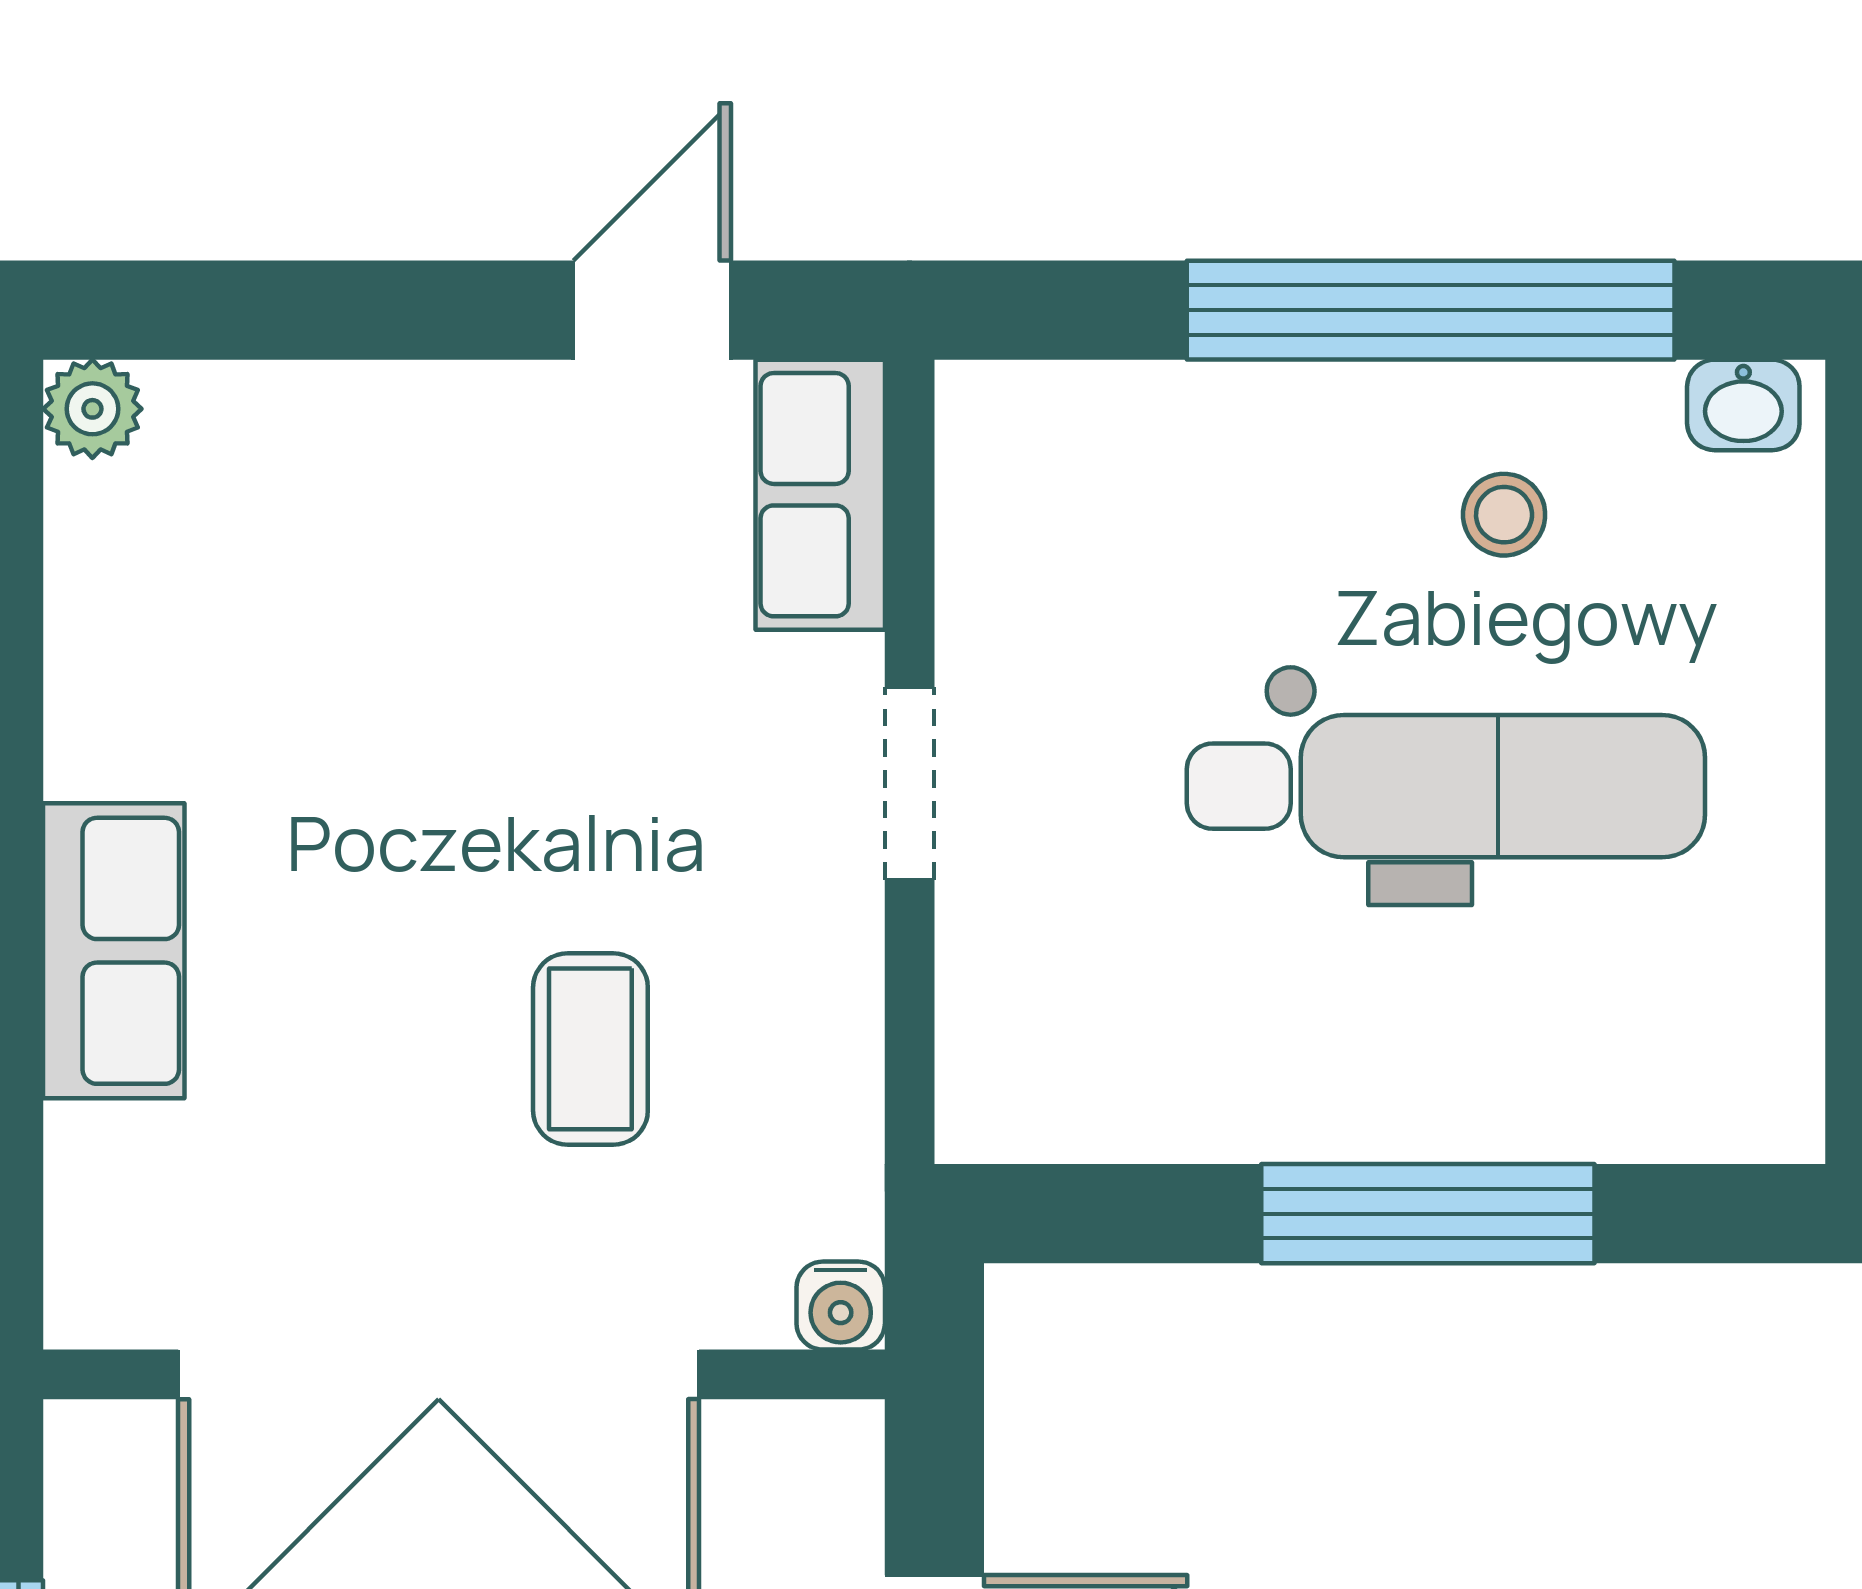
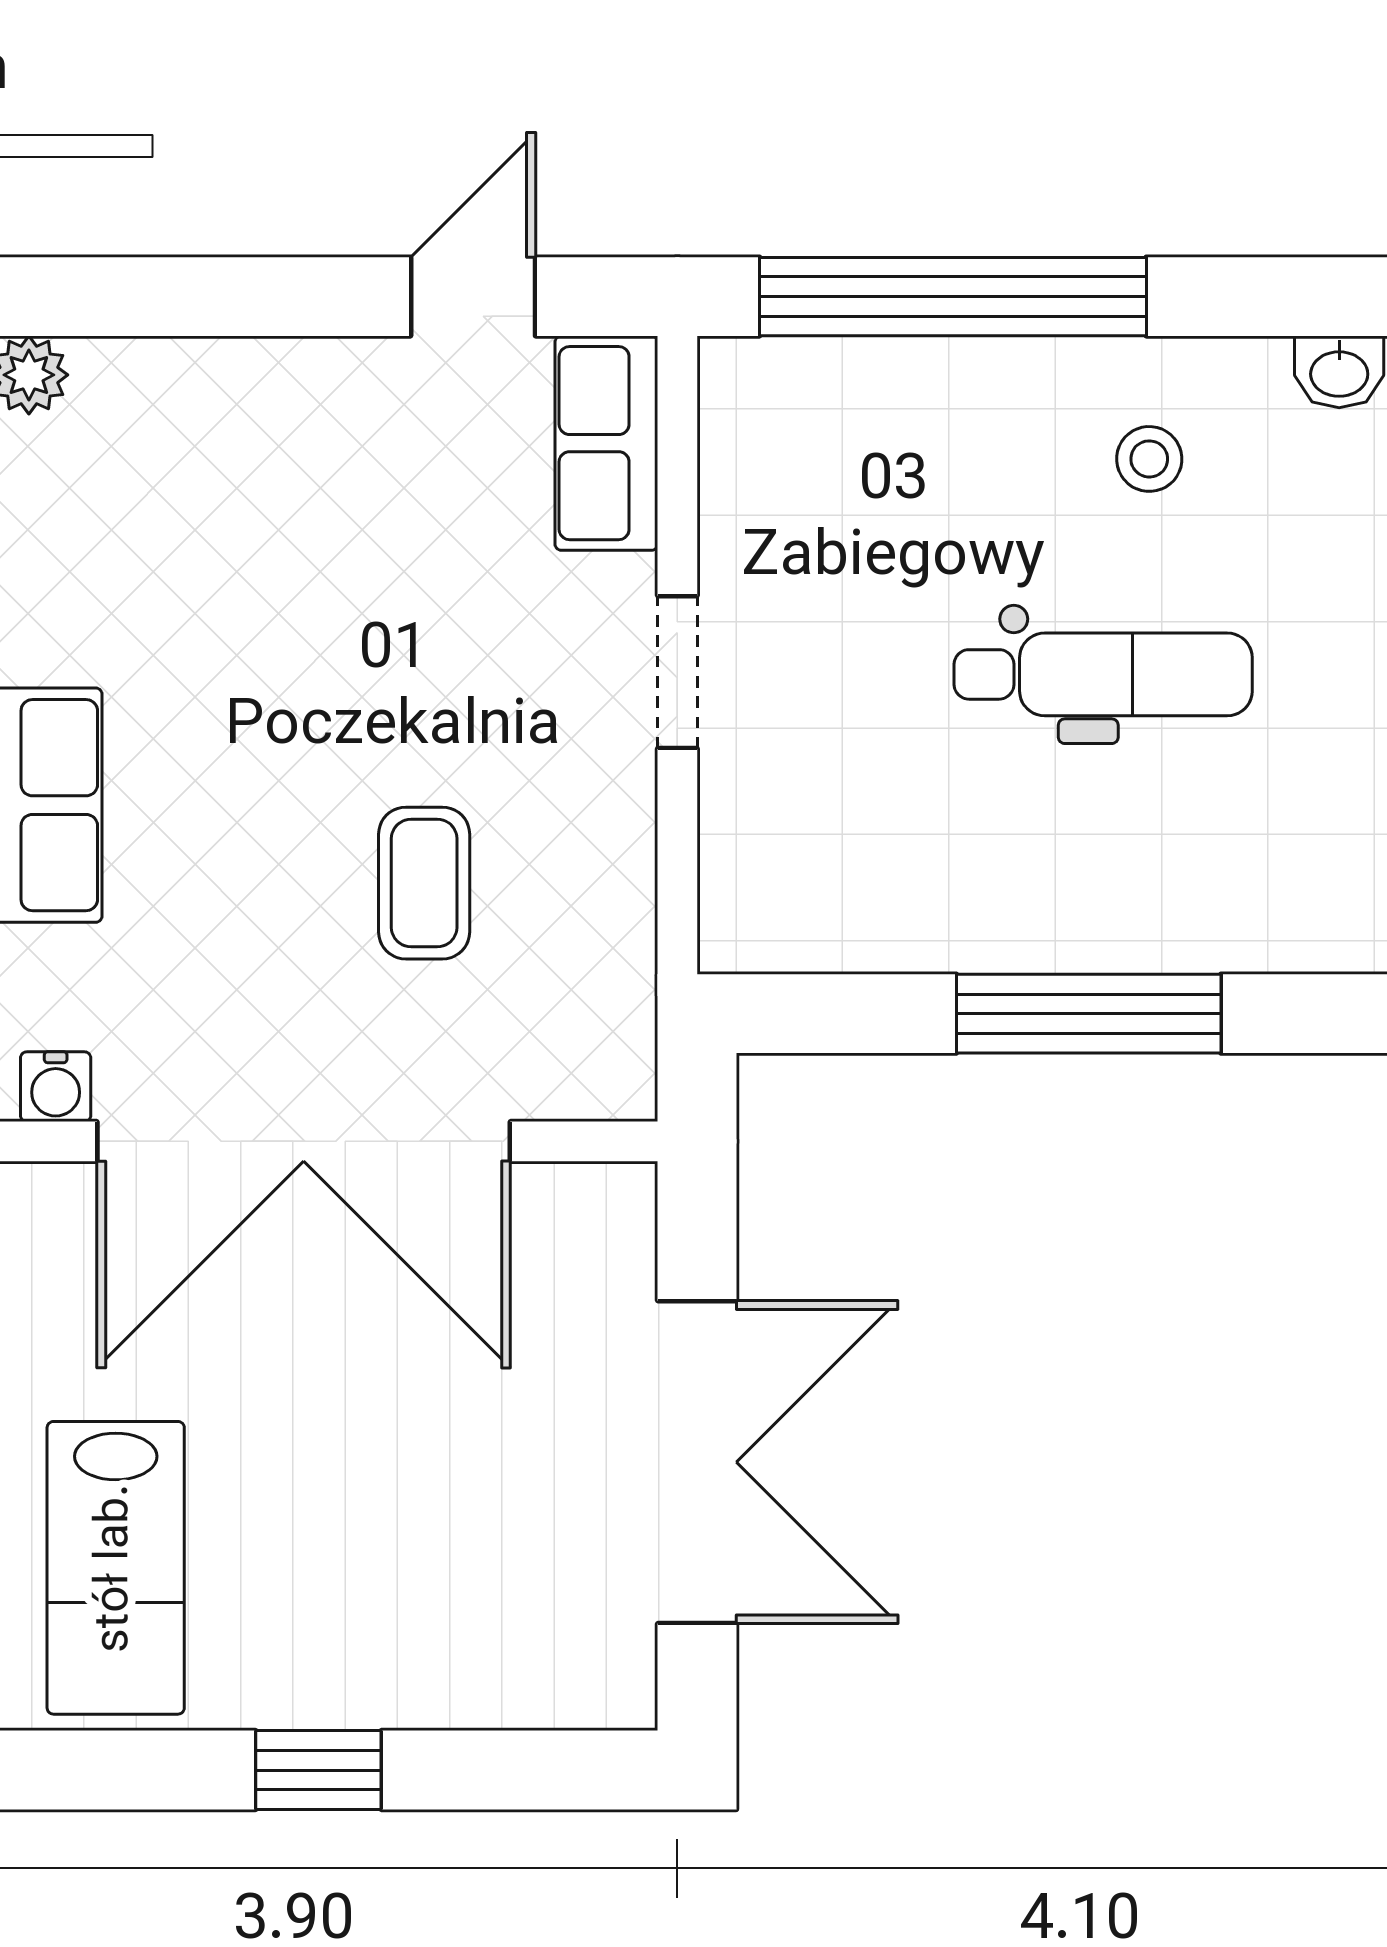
window: (1431, 310) -> (953, 297), moved
dental chair: (1446, 786) -> (1103, 674), width x0.73, depth x0.72
water cooler: (841, 1306) -> (56, 1087), moved

